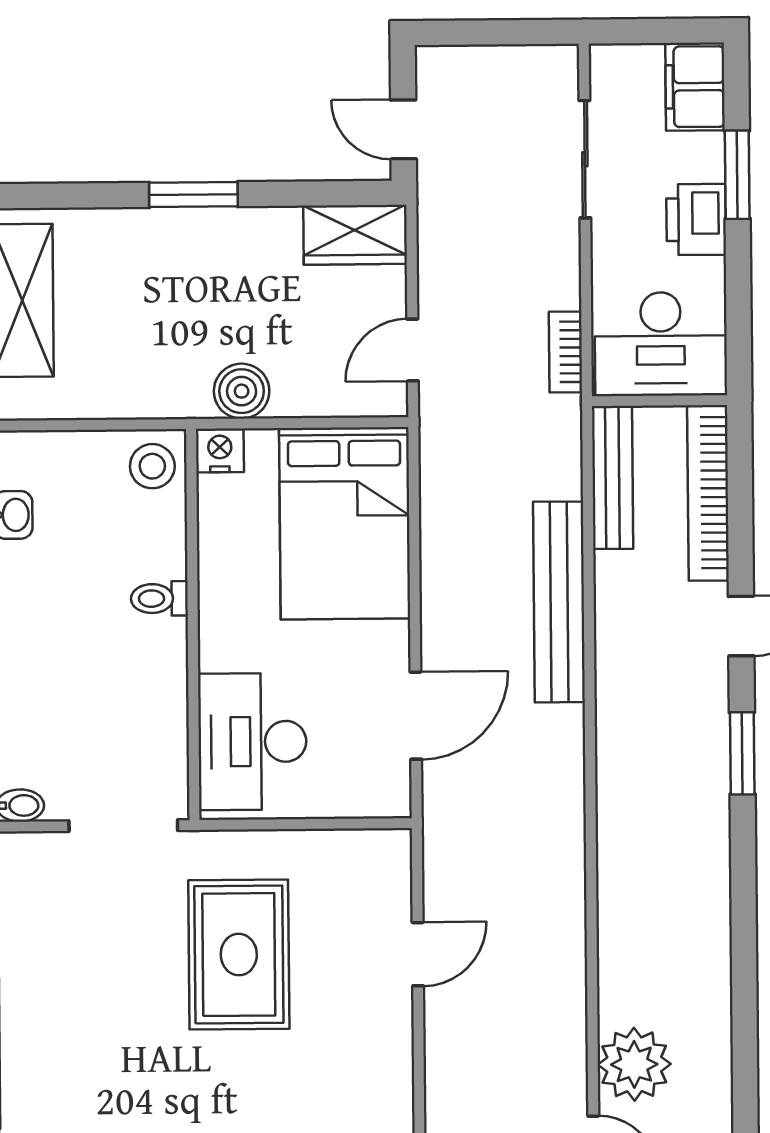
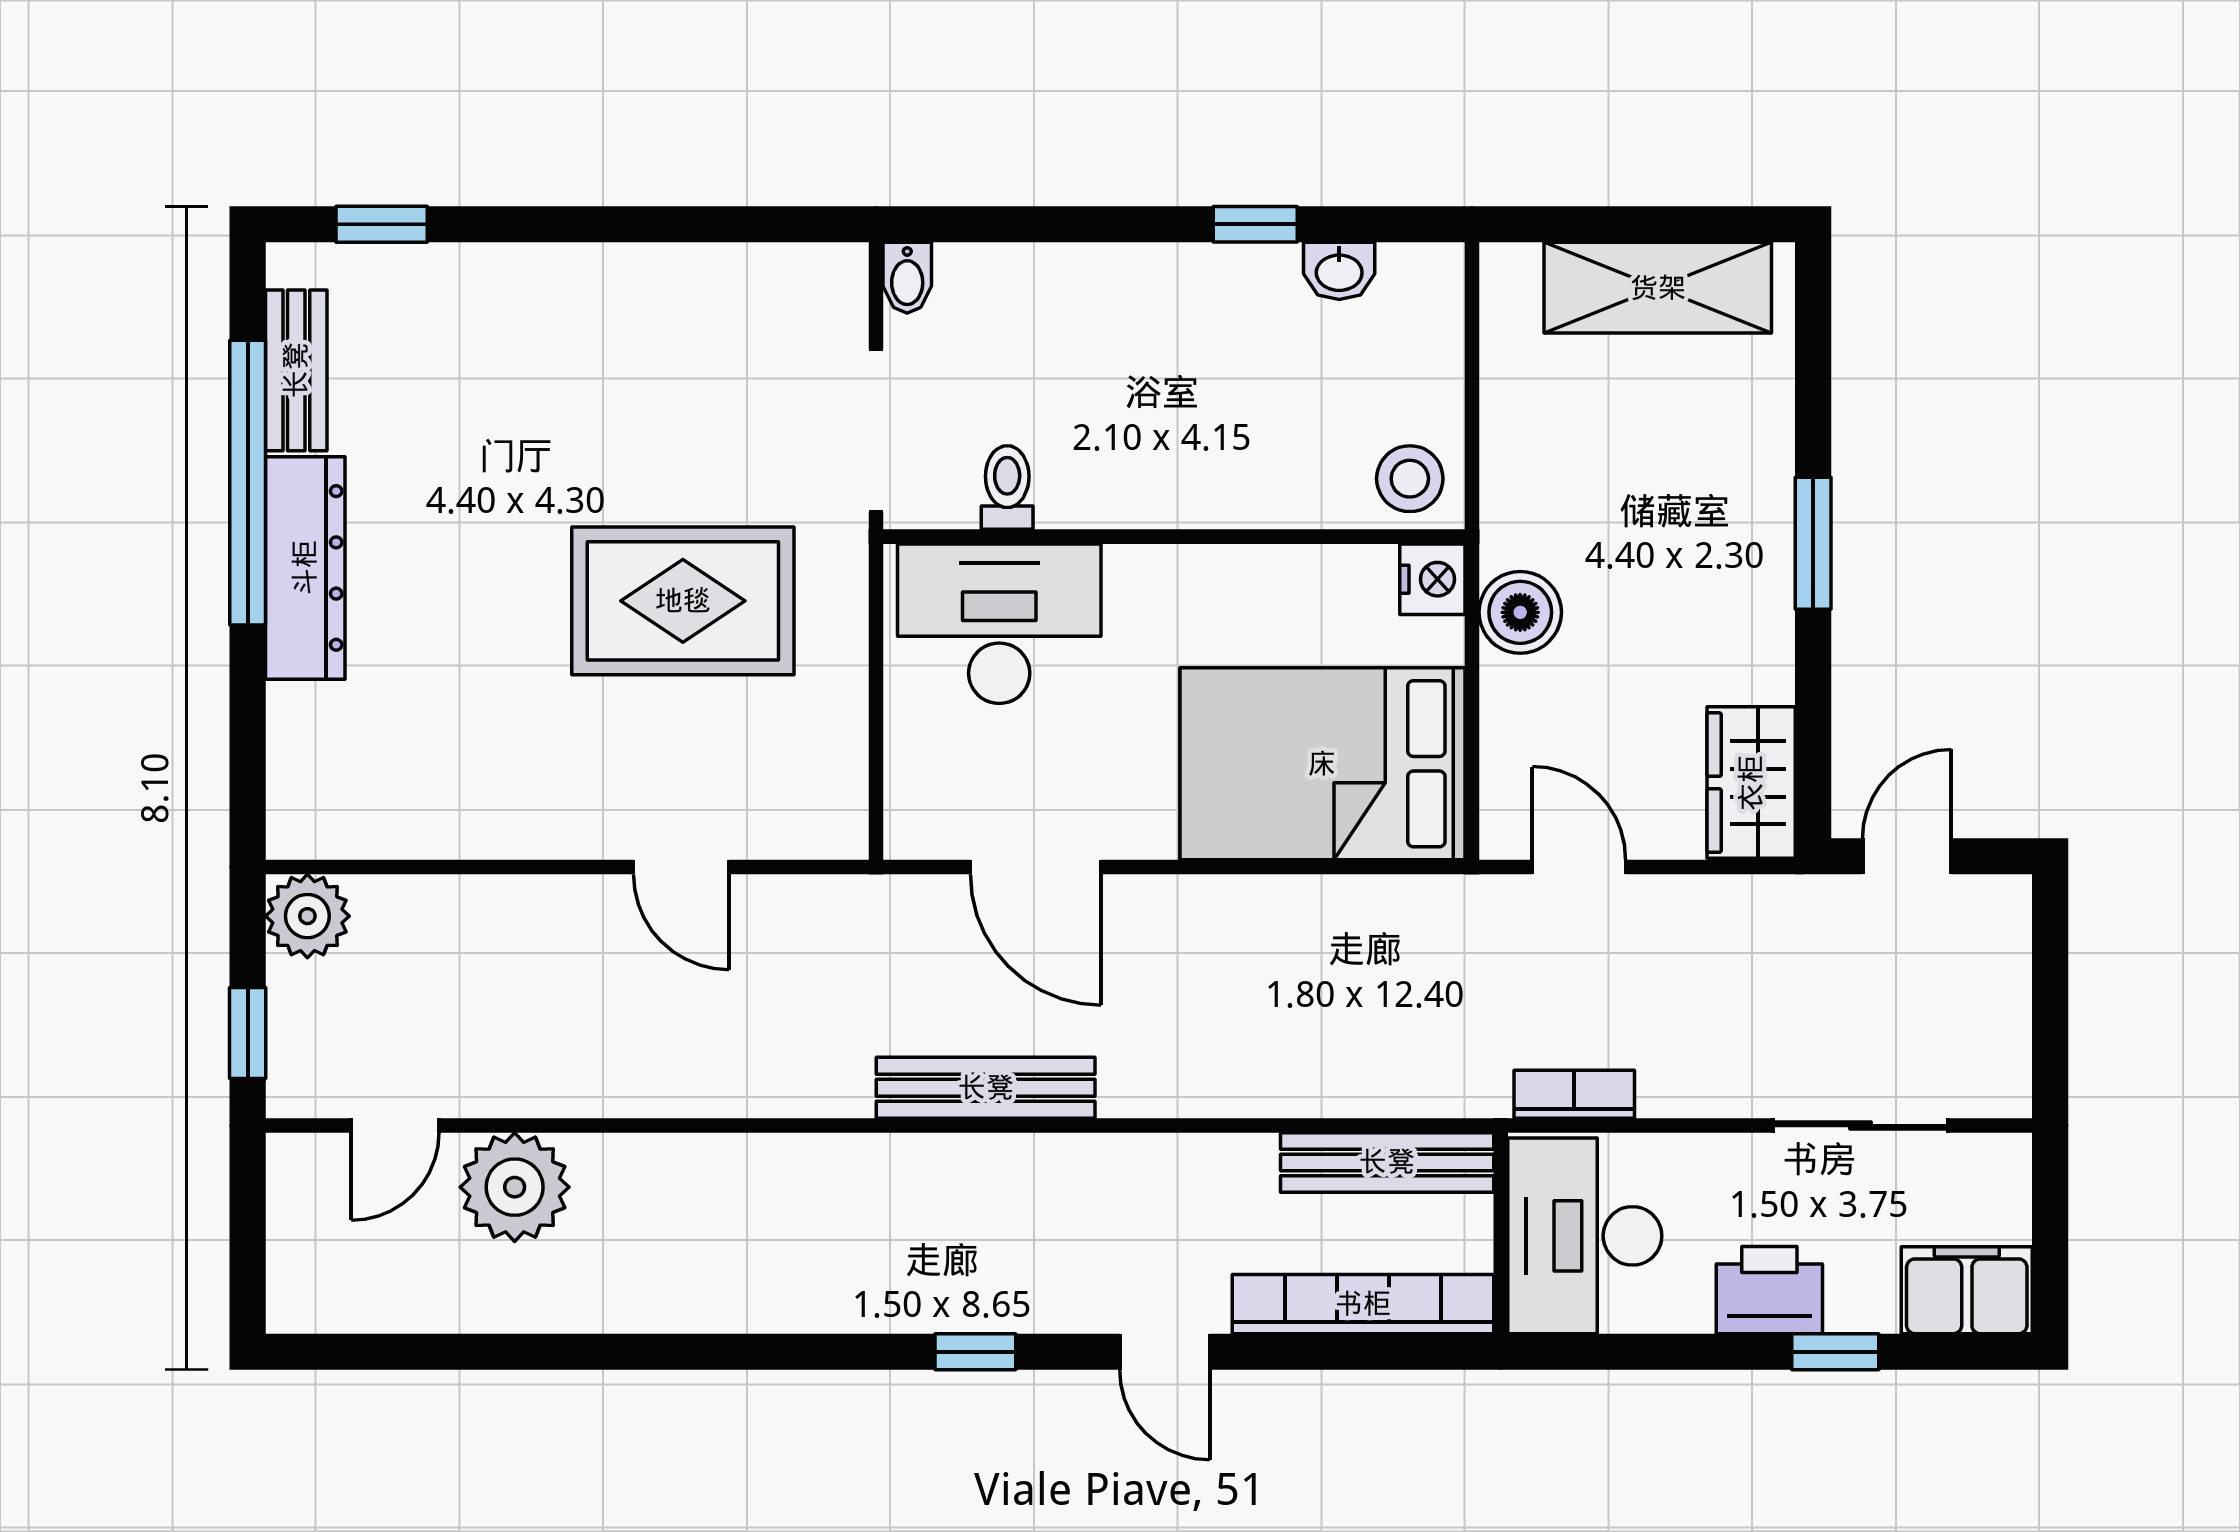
window: (737, 175) -> (1835, 1352), width x0.67
toilet: (159, 599) -> (1007, 488), moved
bench: (559, 602) -> (986, 1088), moved, width x0.73, depth x0.82
window: (742, 753) -> (975, 1352), width x0.67

